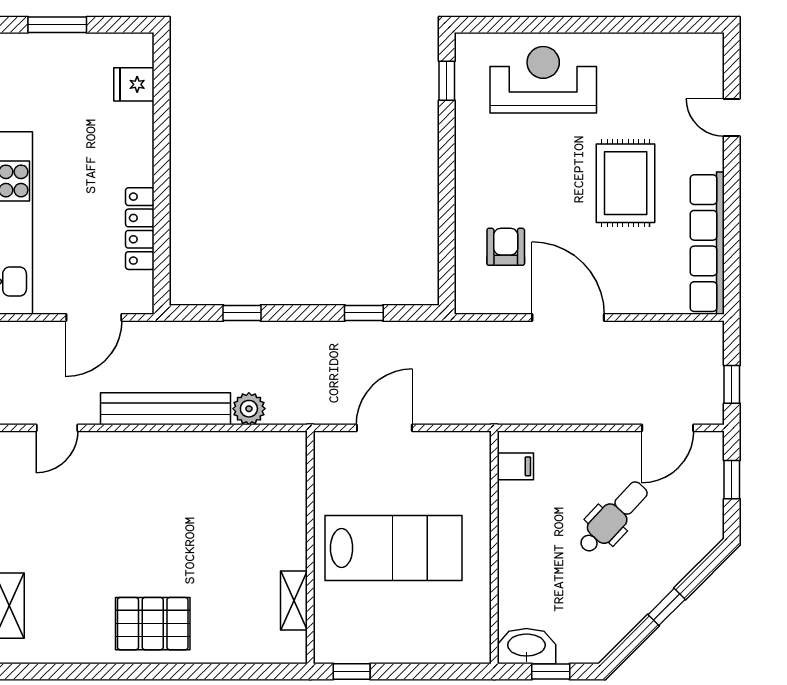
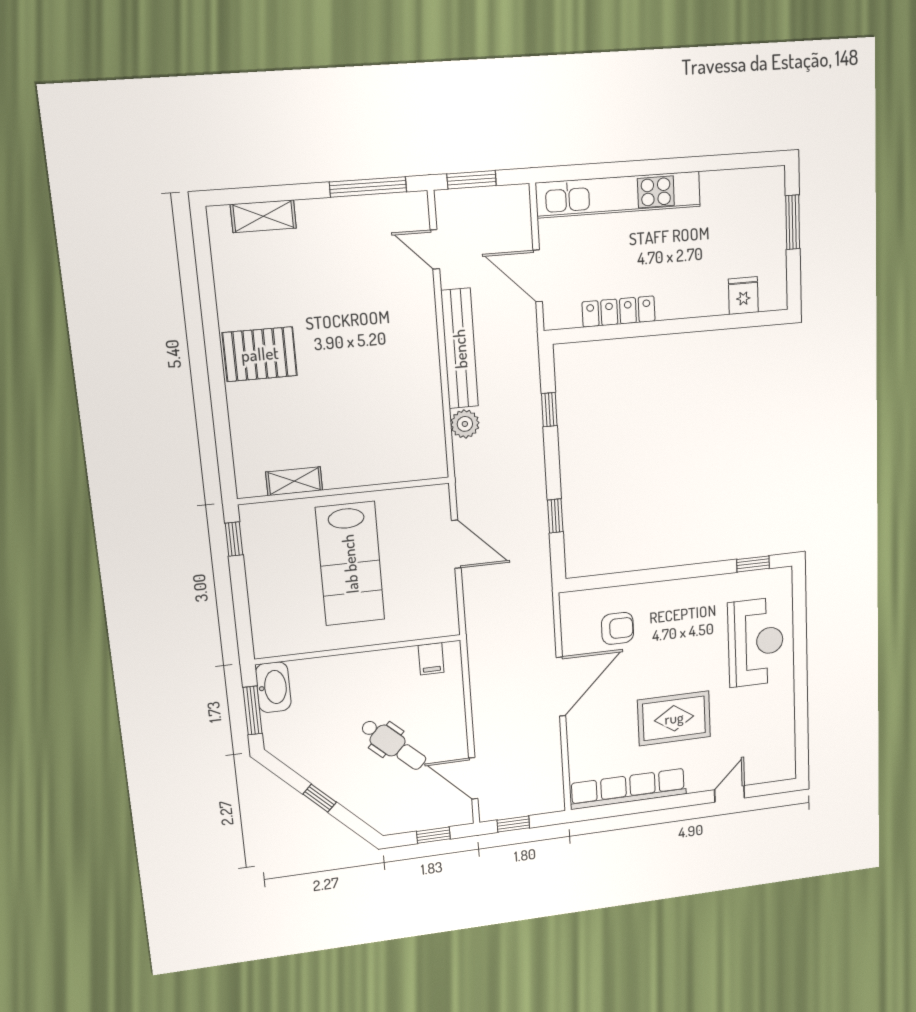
pallet: (153, 624) -> (260, 354), turned 90
window: (551, 672) -> (253, 710), width x1.50

